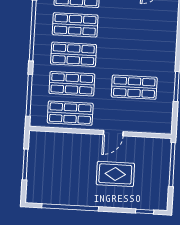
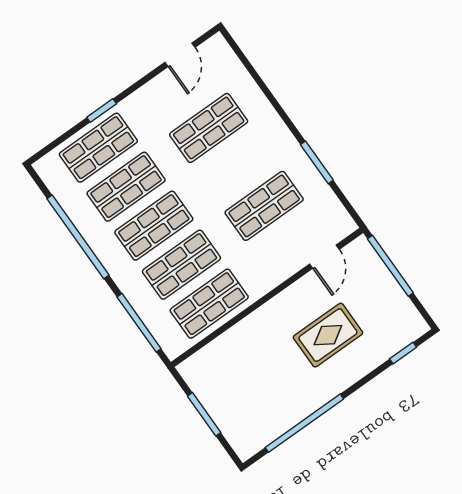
shop shelf: (138, 28) -> (209, 128), added
door: (113, 133) -> (324, 257), moved

